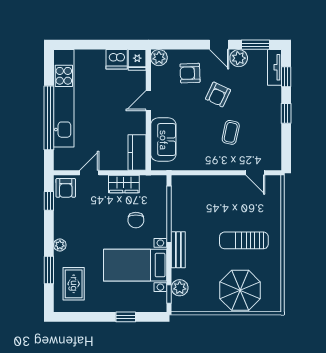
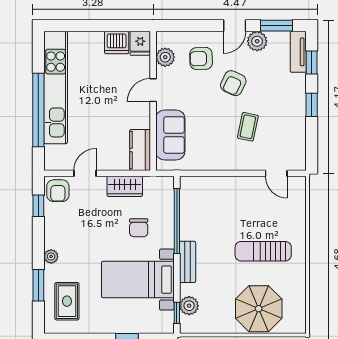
door: (219, 45) -> (235, 26), hinge flipped
plant: (159, 58) -> (165, 57), moved

